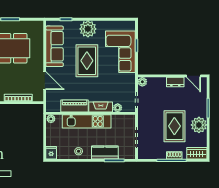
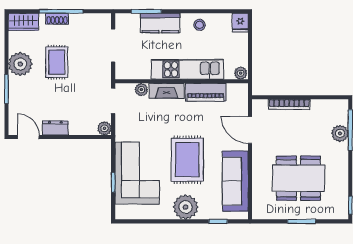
rug: (174, 126) -> (57, 62), width x0.73, depth x0.70

